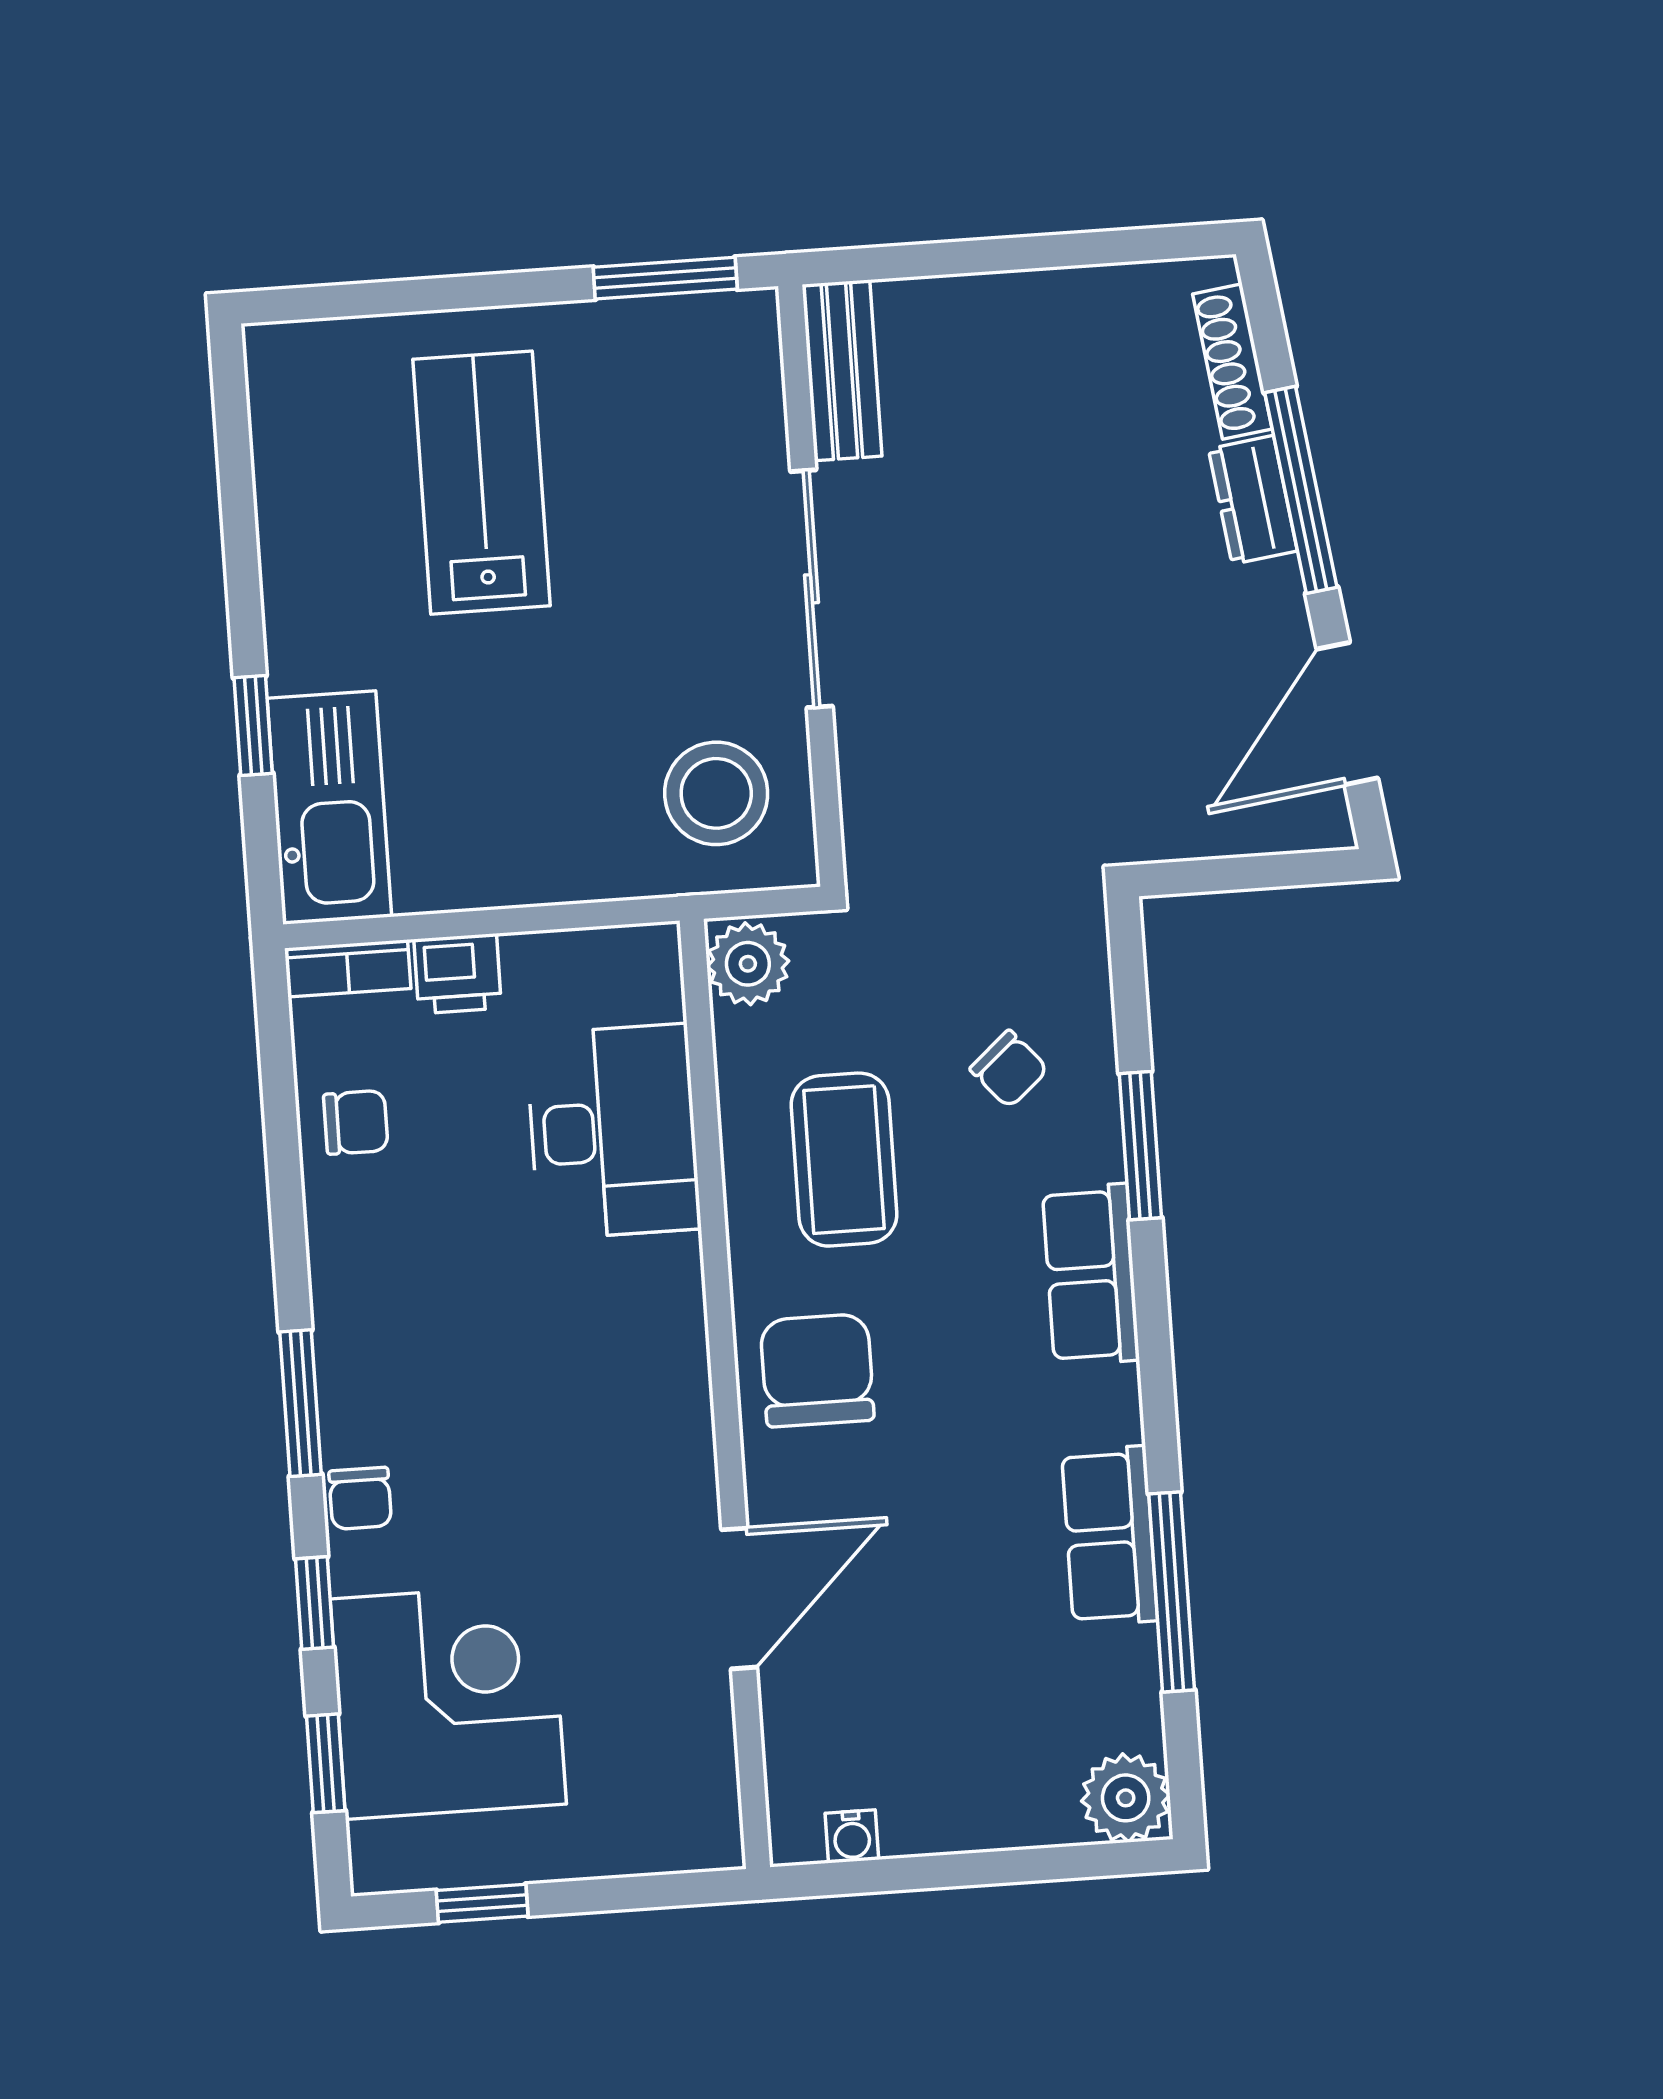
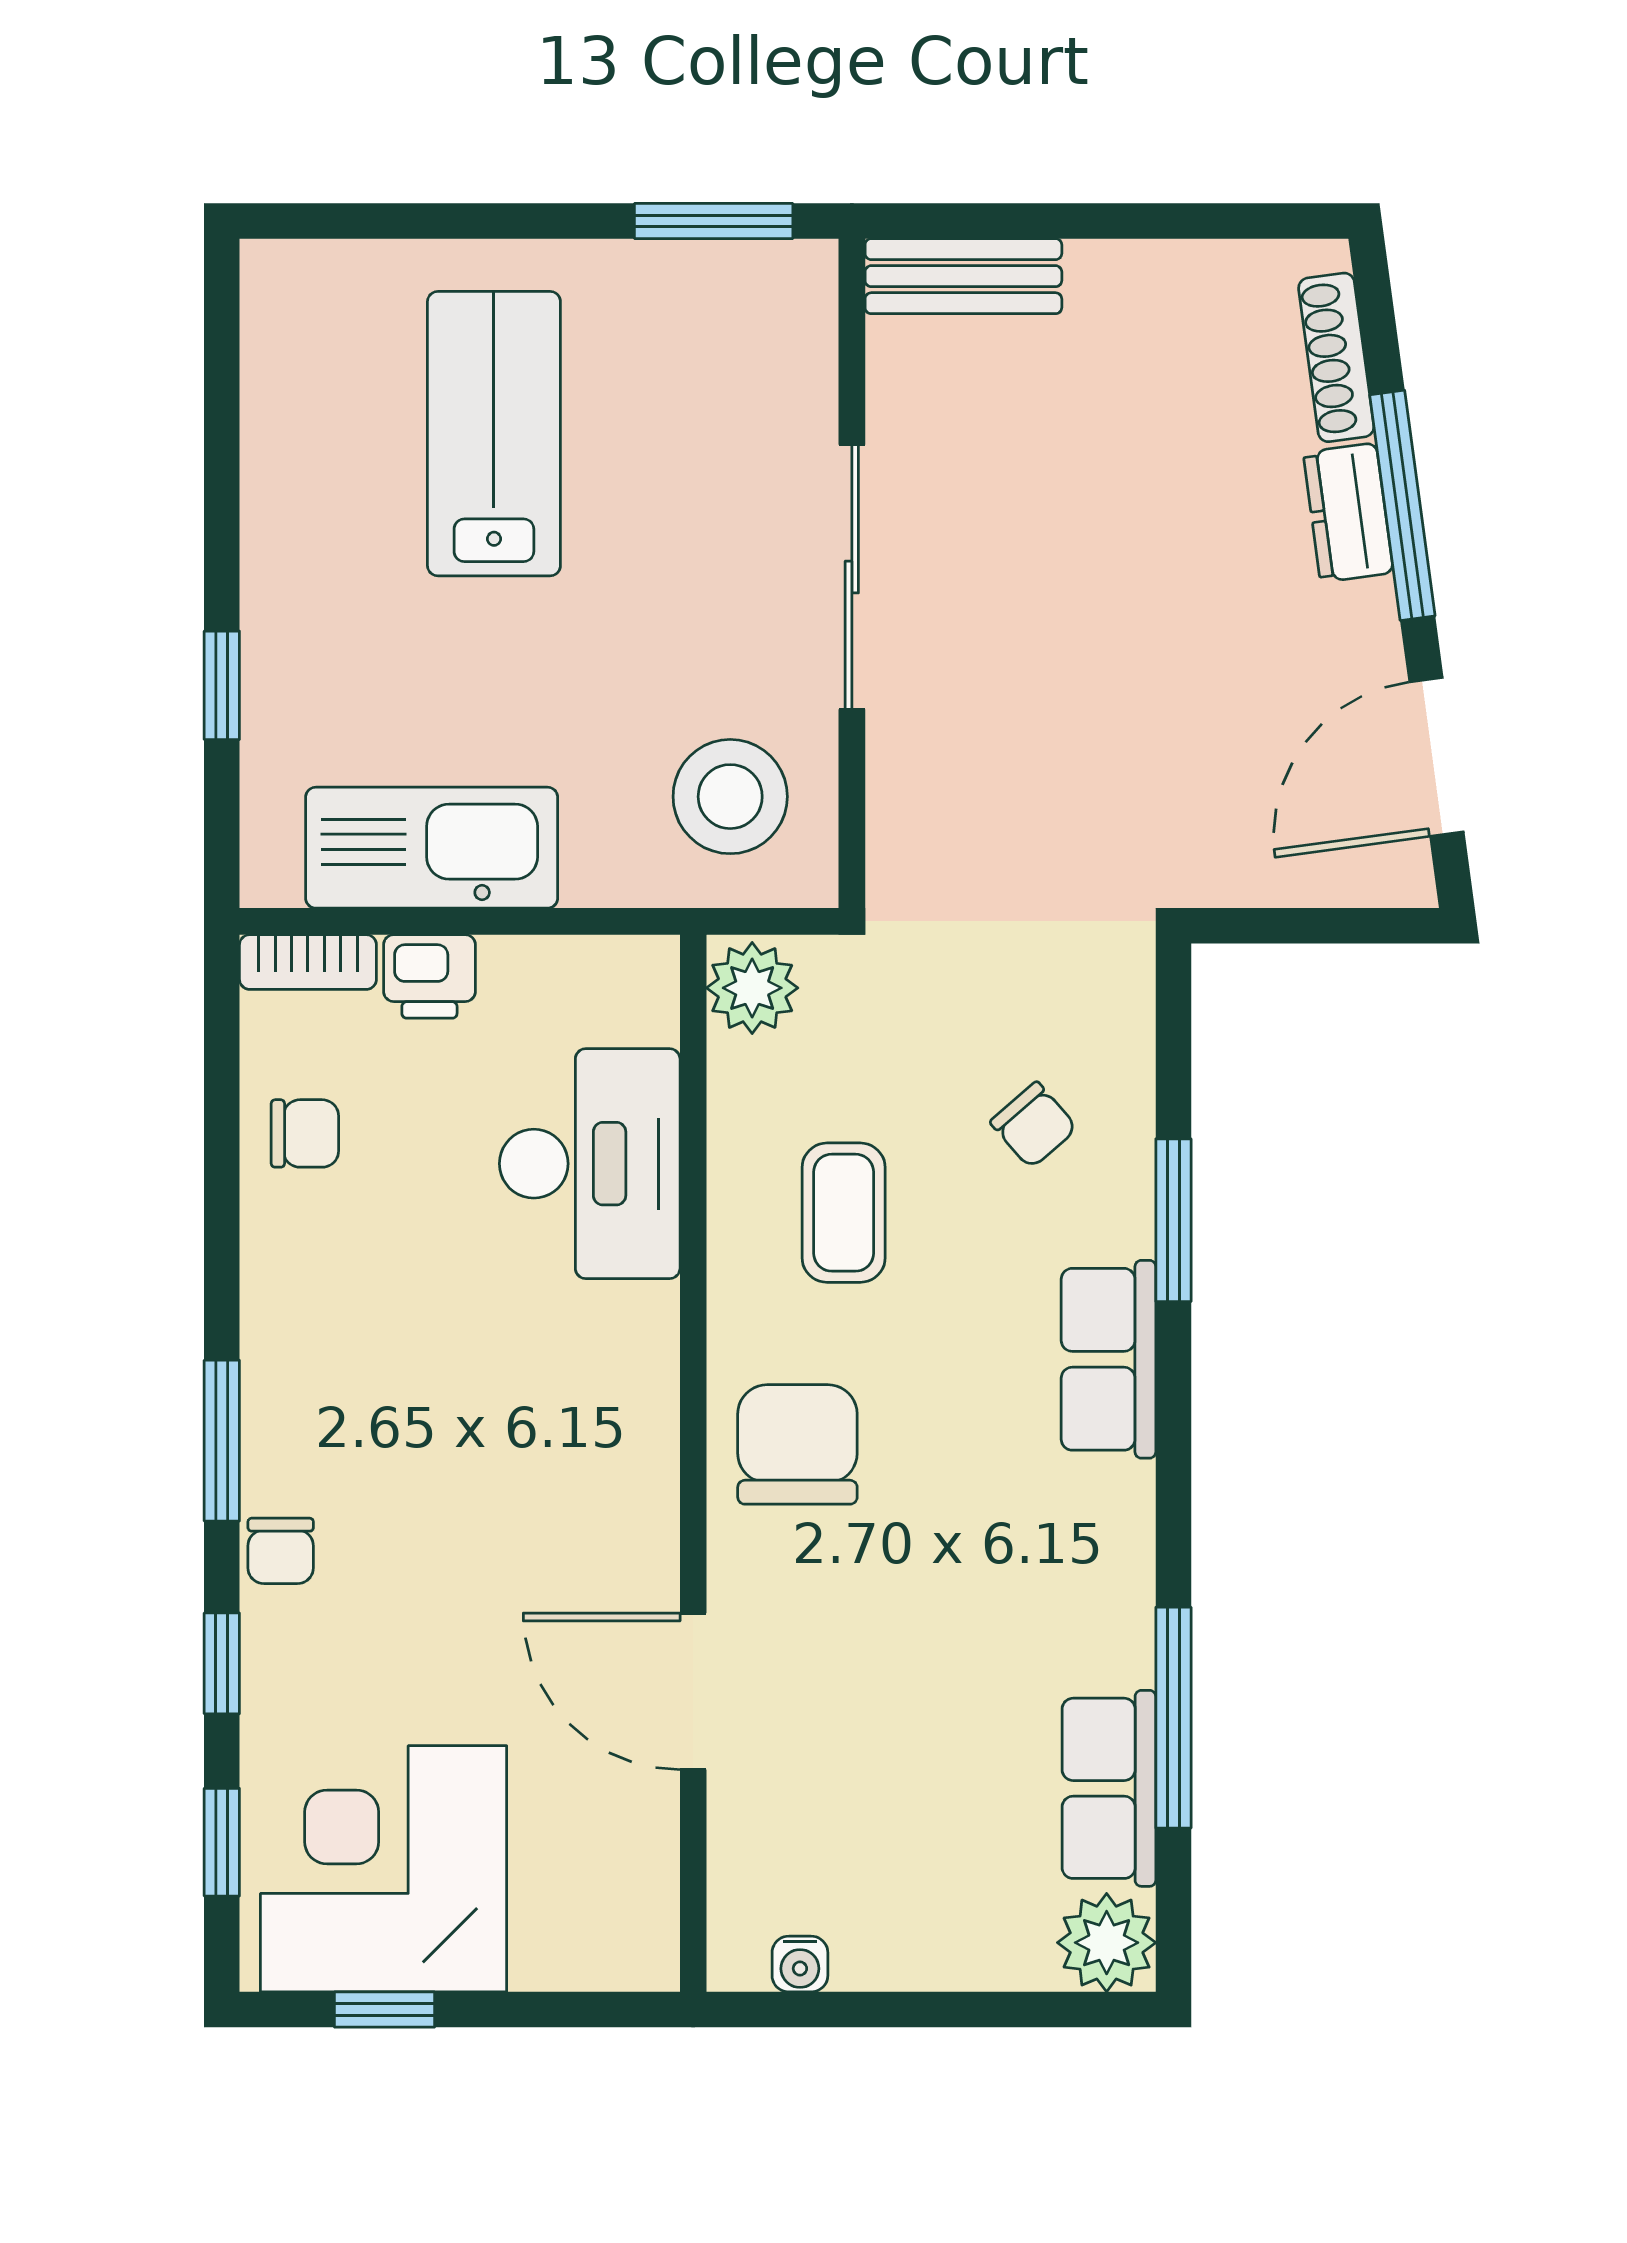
bench: (842, 370) -> (963, 276), moved, turned 90
kitchen sink: (329, 807) -> (432, 848), moved, turned -90
coffee table: (844, 1160) -> (844, 1213), width x0.73, depth x0.77
row of seats: (1109, 1536) -> (1109, 1788), moved
door: (739, 1598) -> (693, 1691), swing flipped
corner desk: (448, 1701) -> (384, 1869), moved, turned -90

